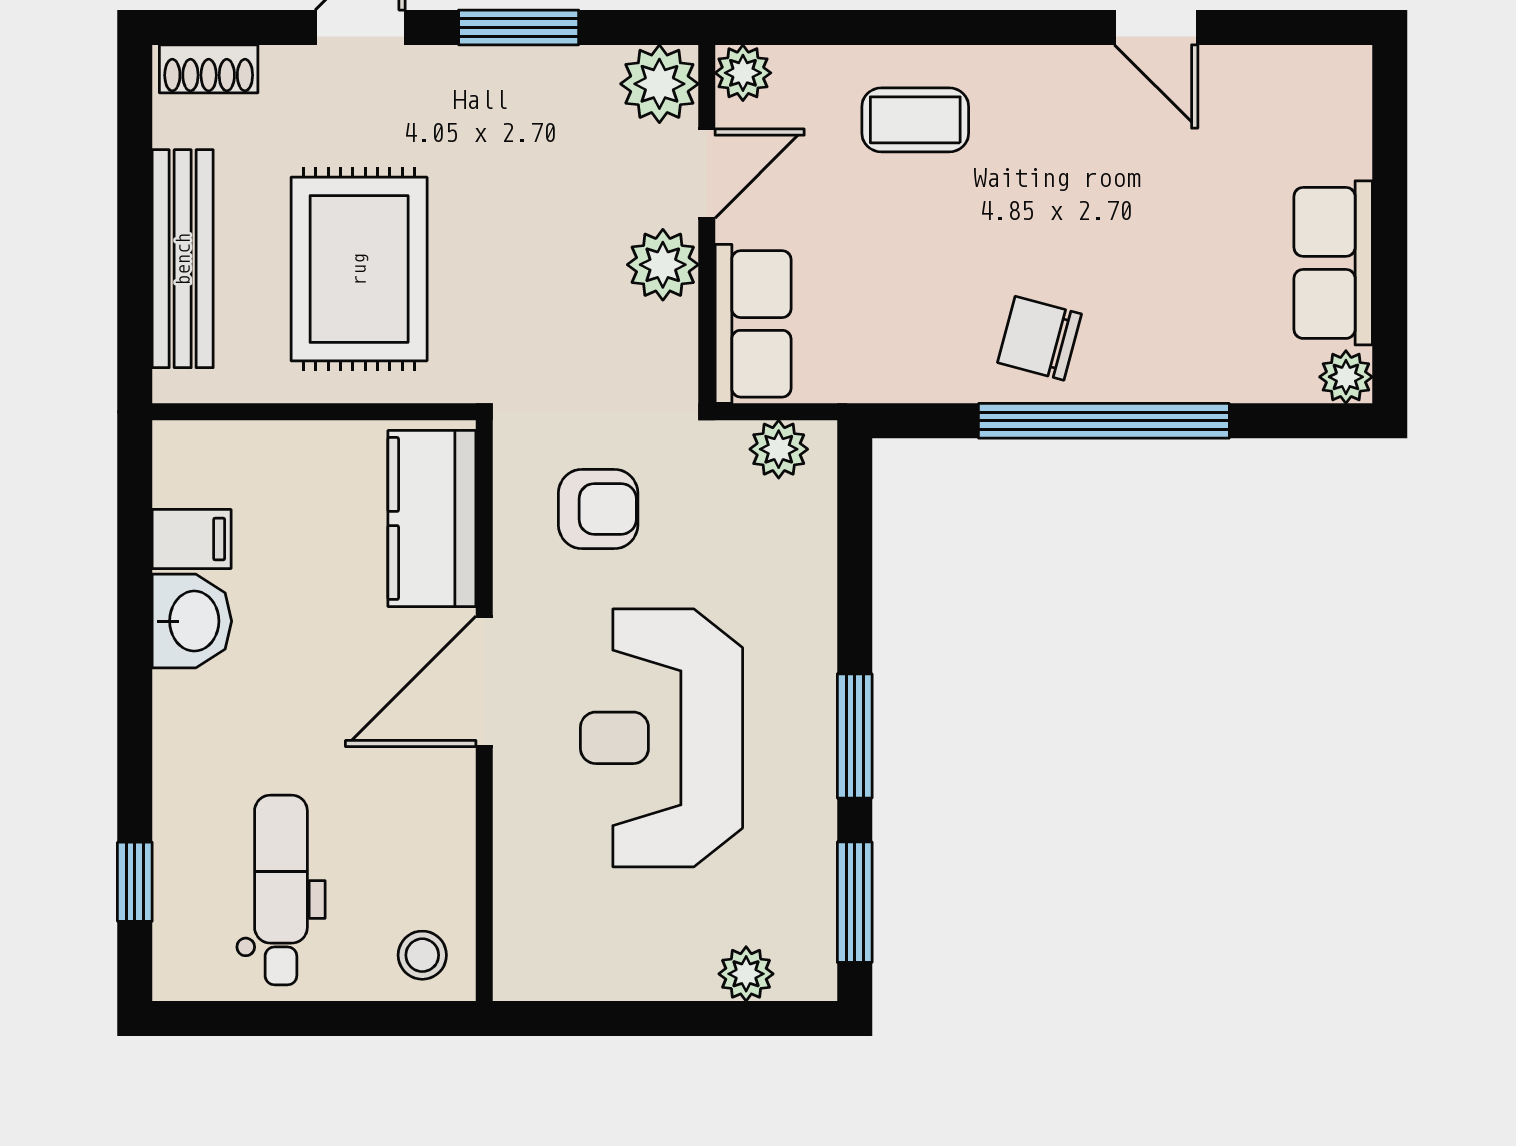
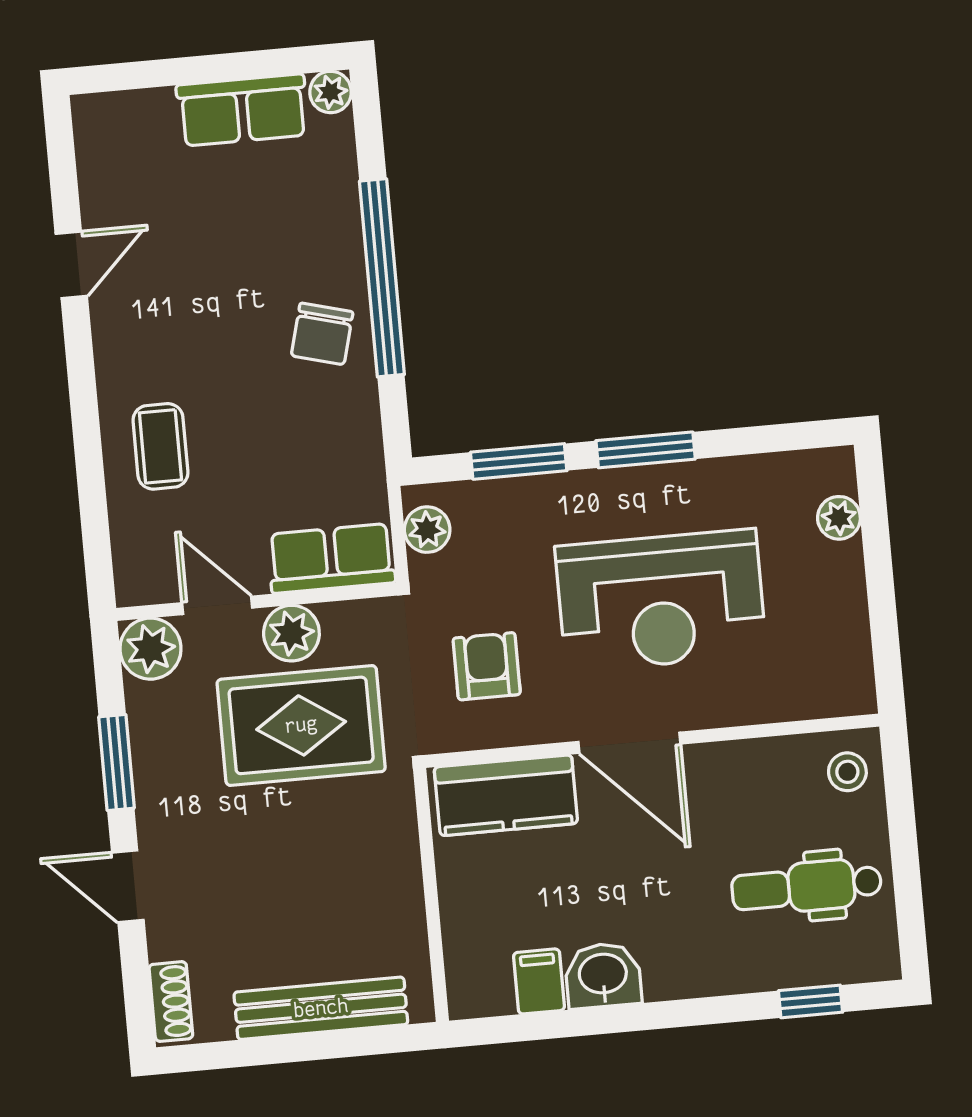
plant: (743, 73) -> (136, 584), removed
rug: (359, 269) -> (301, 725), moved
window: (855, 902) -> (519, 461), moved

